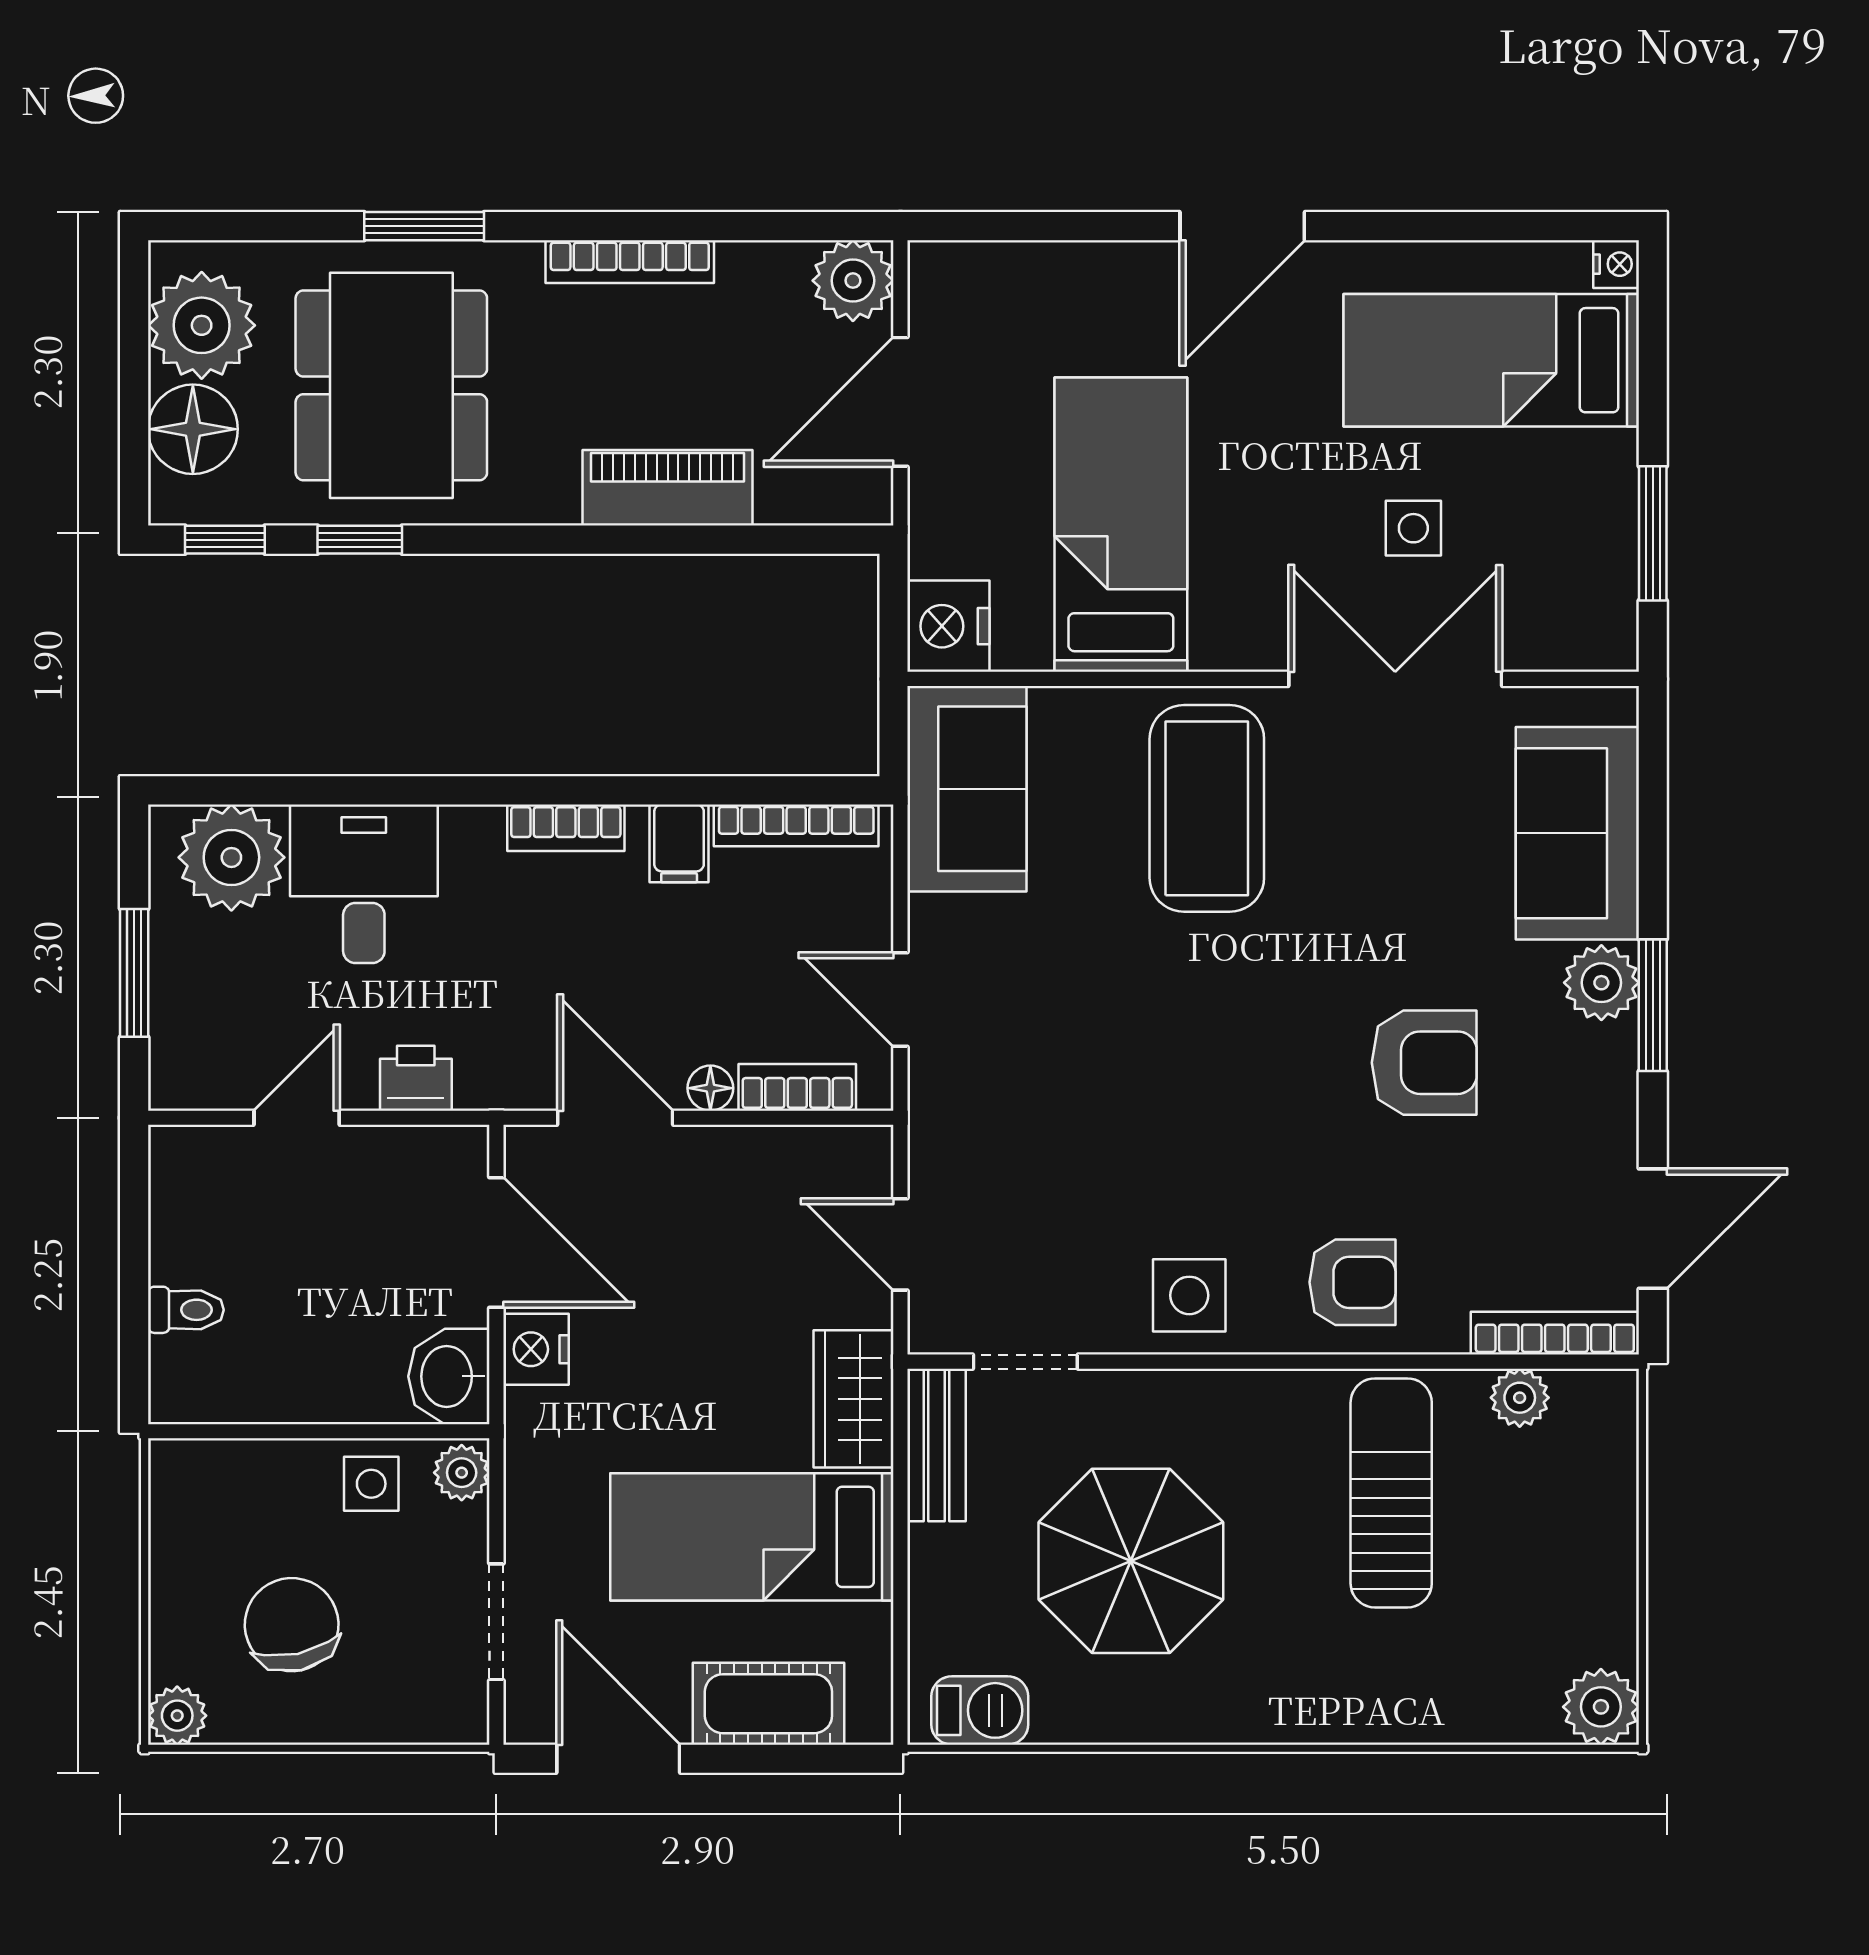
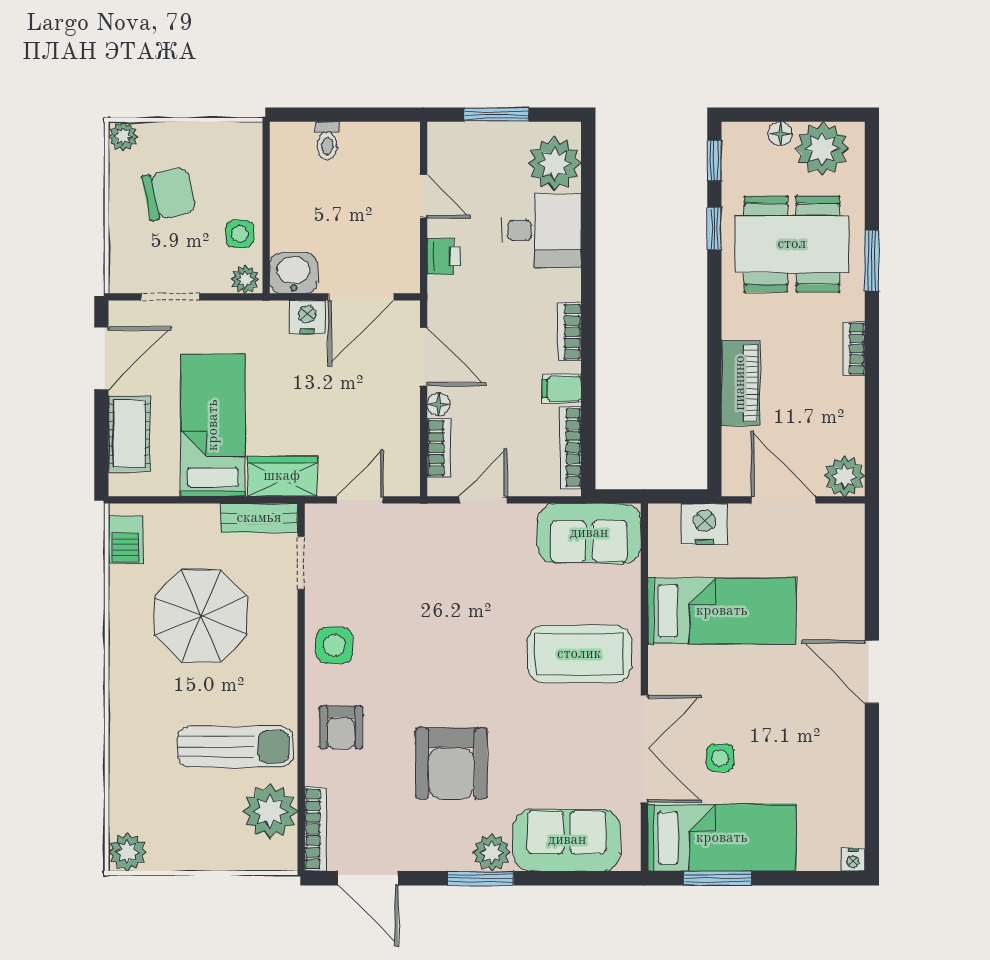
bookcase: (630, 262) -> (854, 349), width x0.64
bed: (1491, 360) -> (722, 838), moved, turned 90
floor lamp: (193, 429) -> (780, 134), width x0.53, depth x0.53
nightstand: (948, 626) -> (705, 524), moved
armchair: (1424, 1063) -> (451, 763), width x1.36, depth x1.36
door: (615, 1118) -> (424, 357), hinge flipped
plant: (1520, 1398) -> (270, 811), width x1.87, depth x1.87

